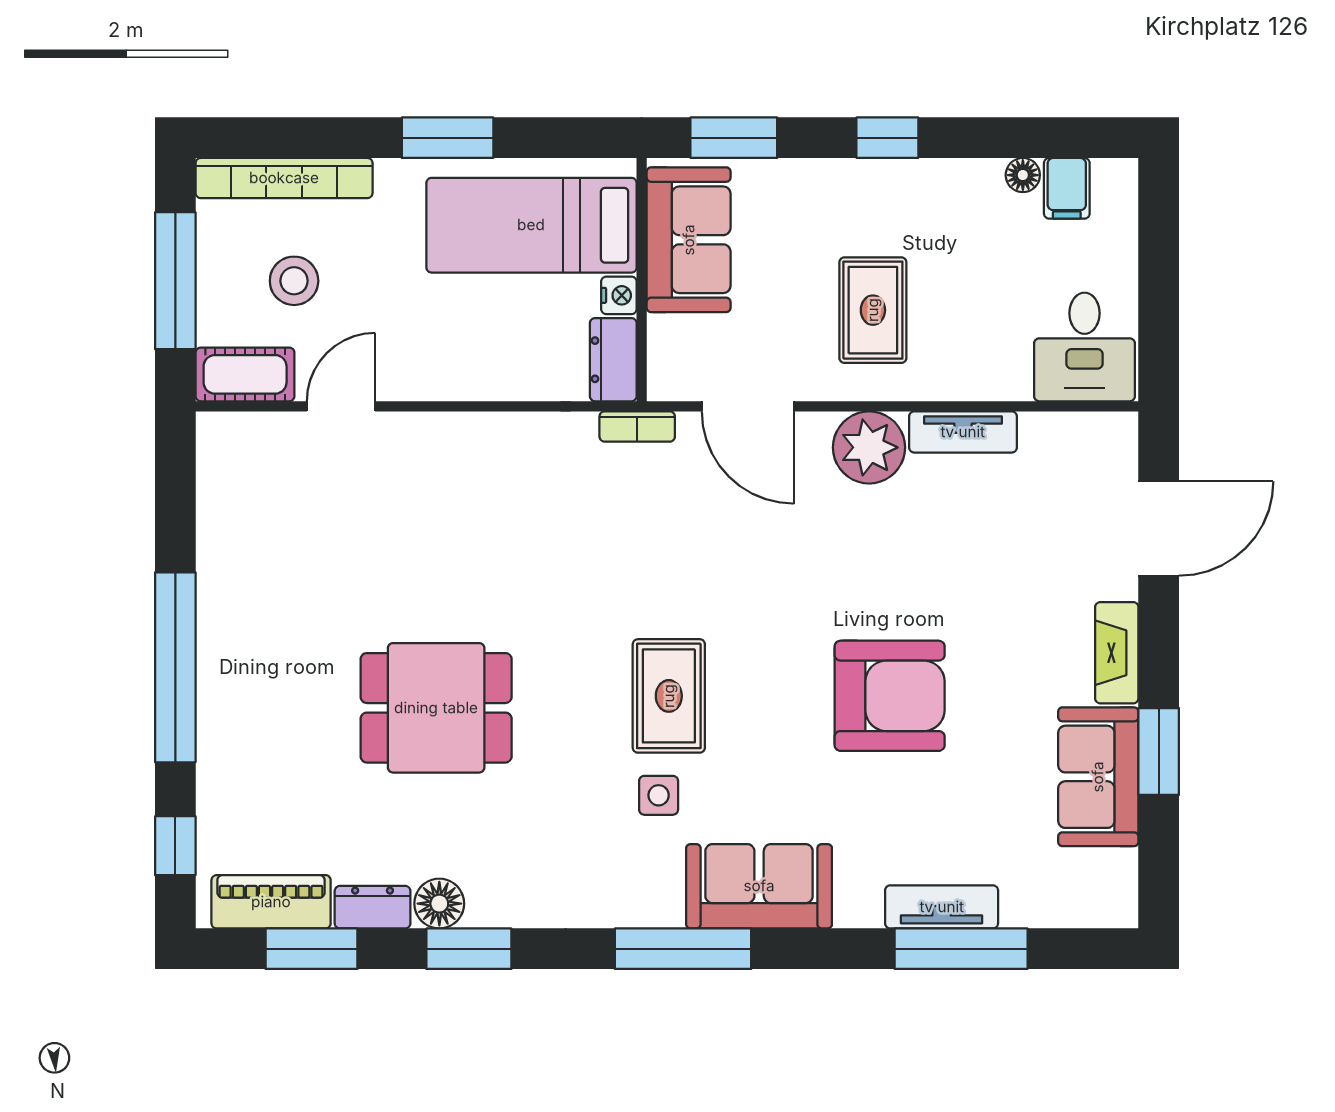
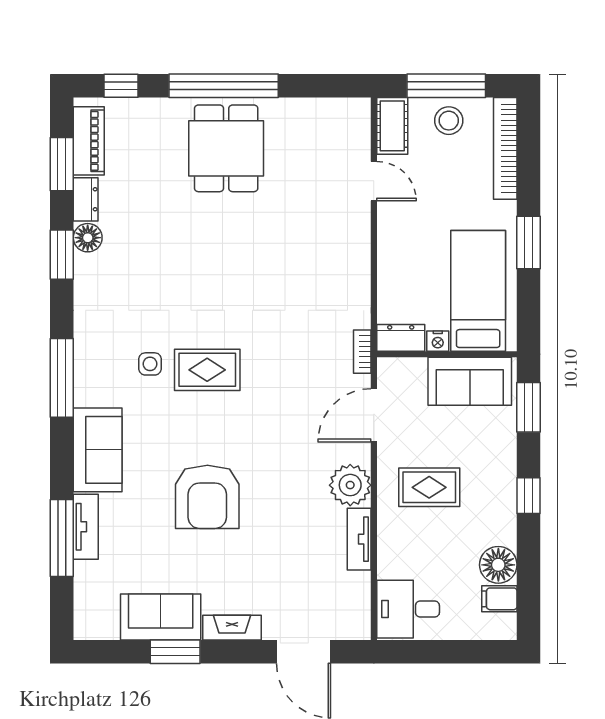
floor lamp: (1023, 175) -> (498, 565), width x1.89, depth x1.89
stool: (294, 281) -> (449, 121), moved
dining table: (436, 708) -> (226, 148), moved
sofa: (759, 886) -> (98, 450), moved

